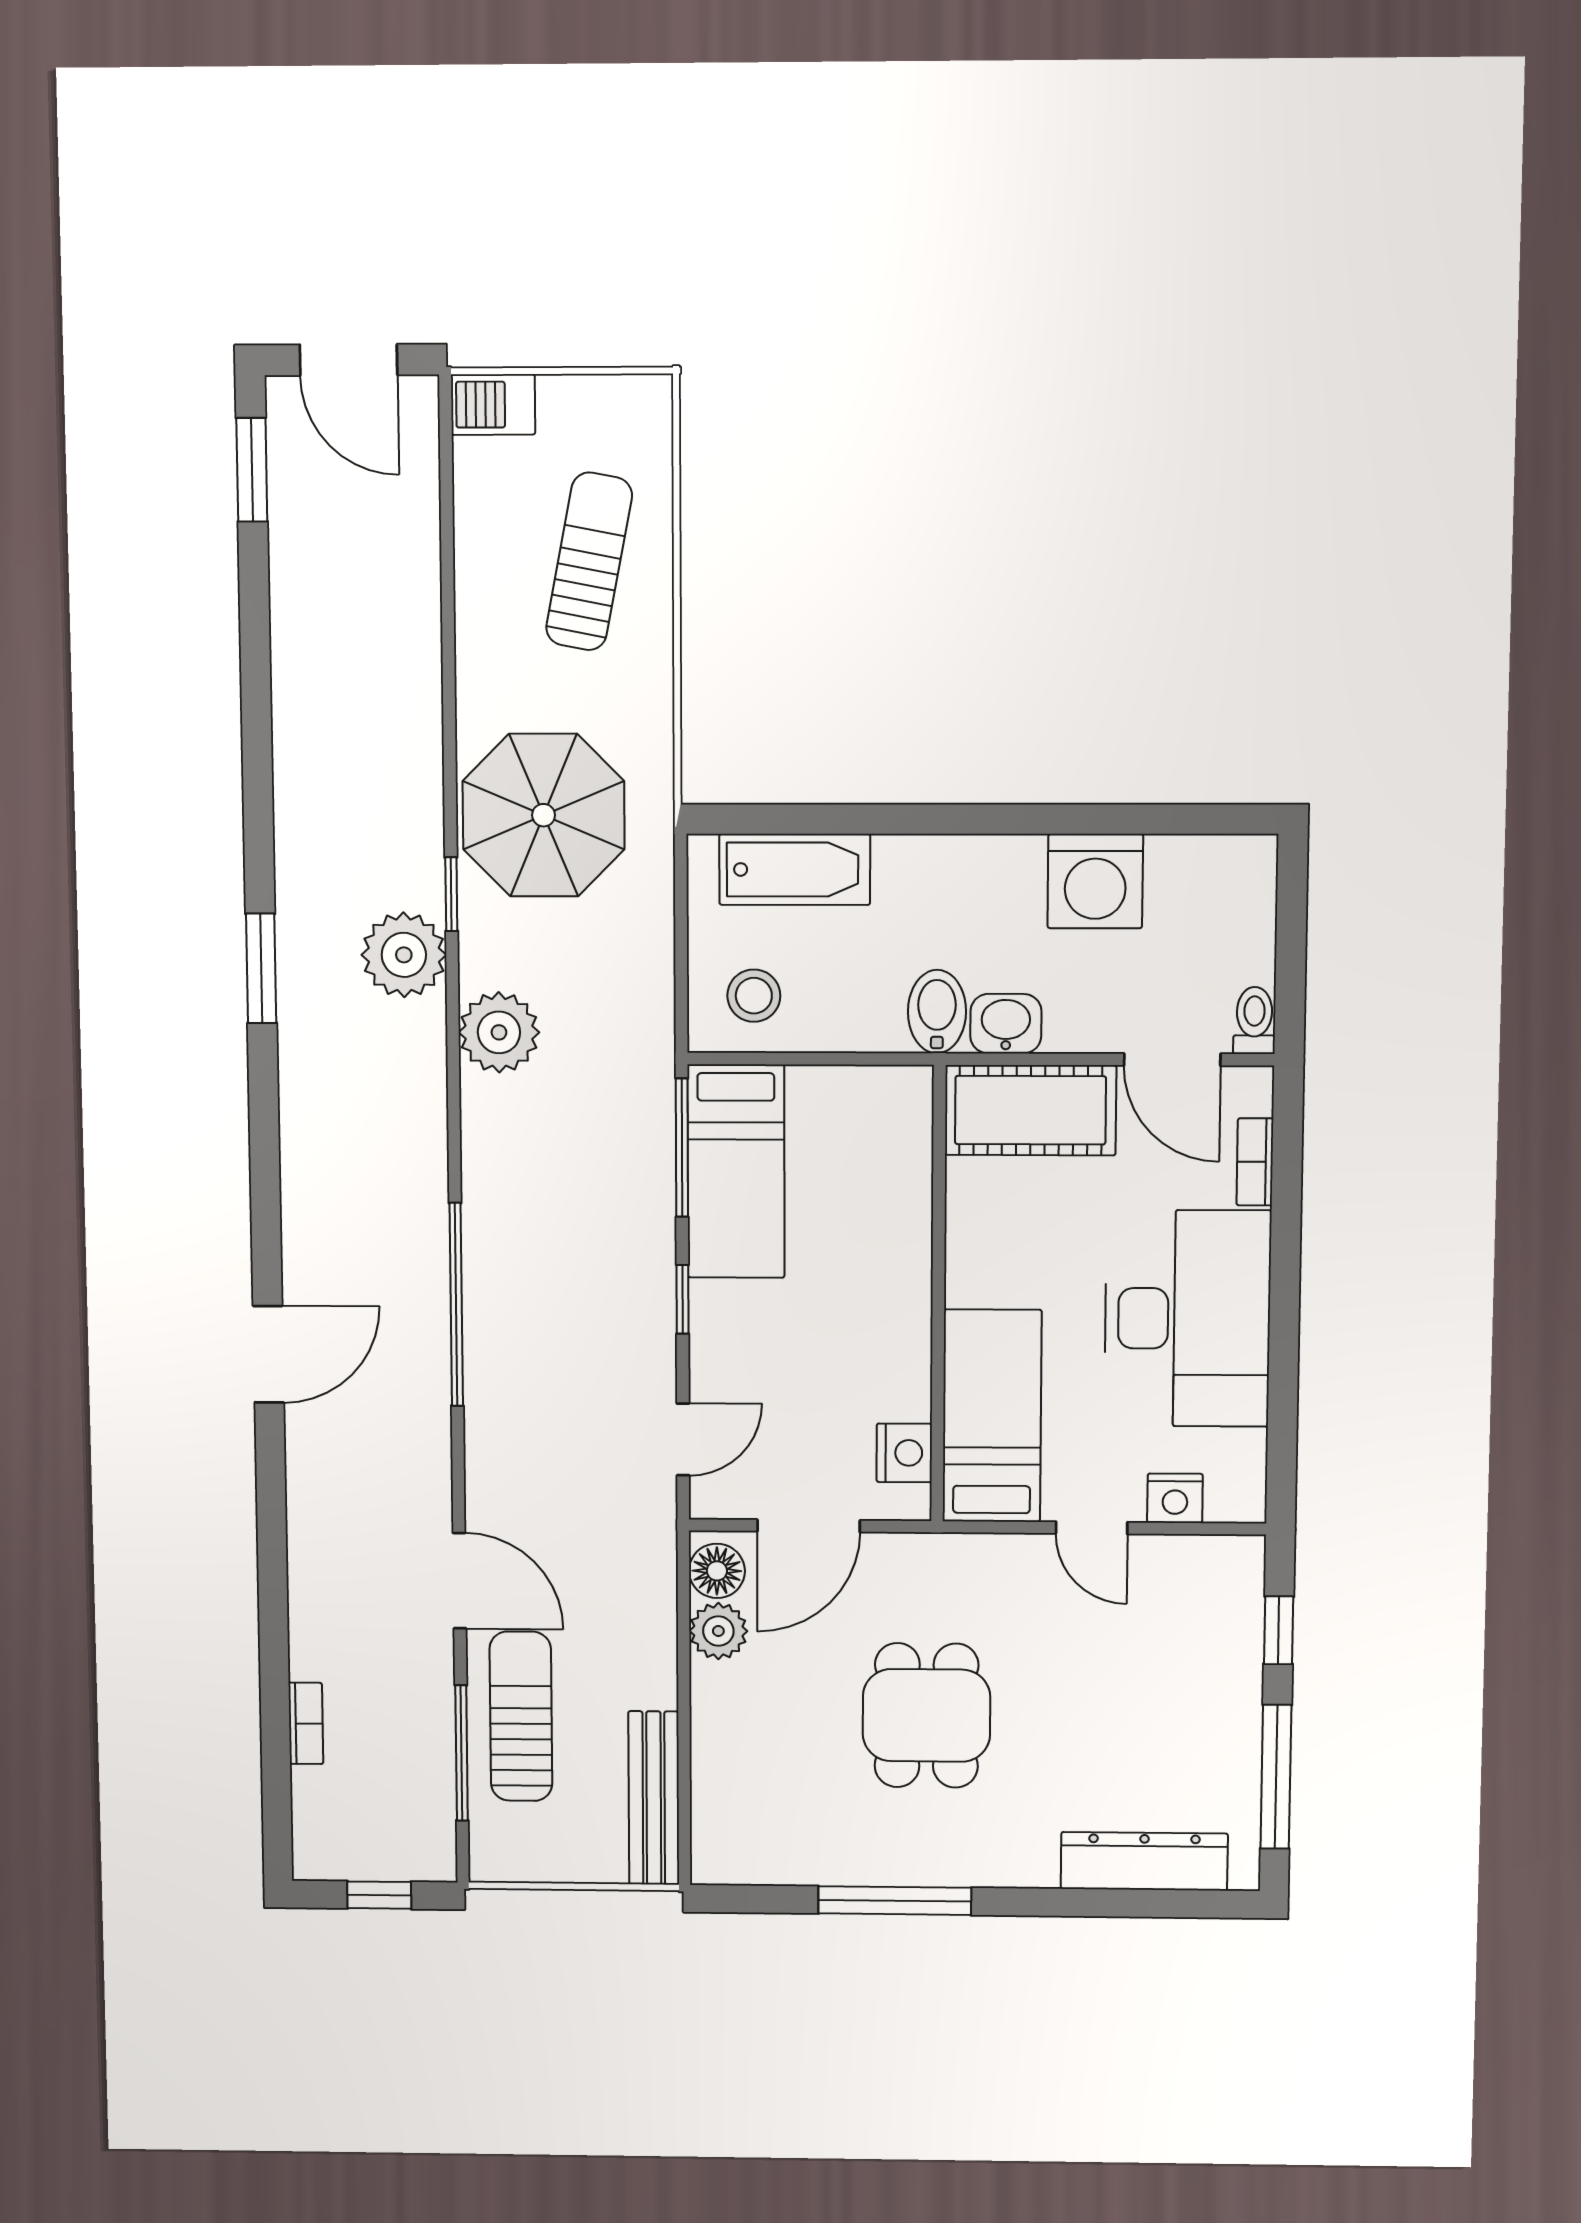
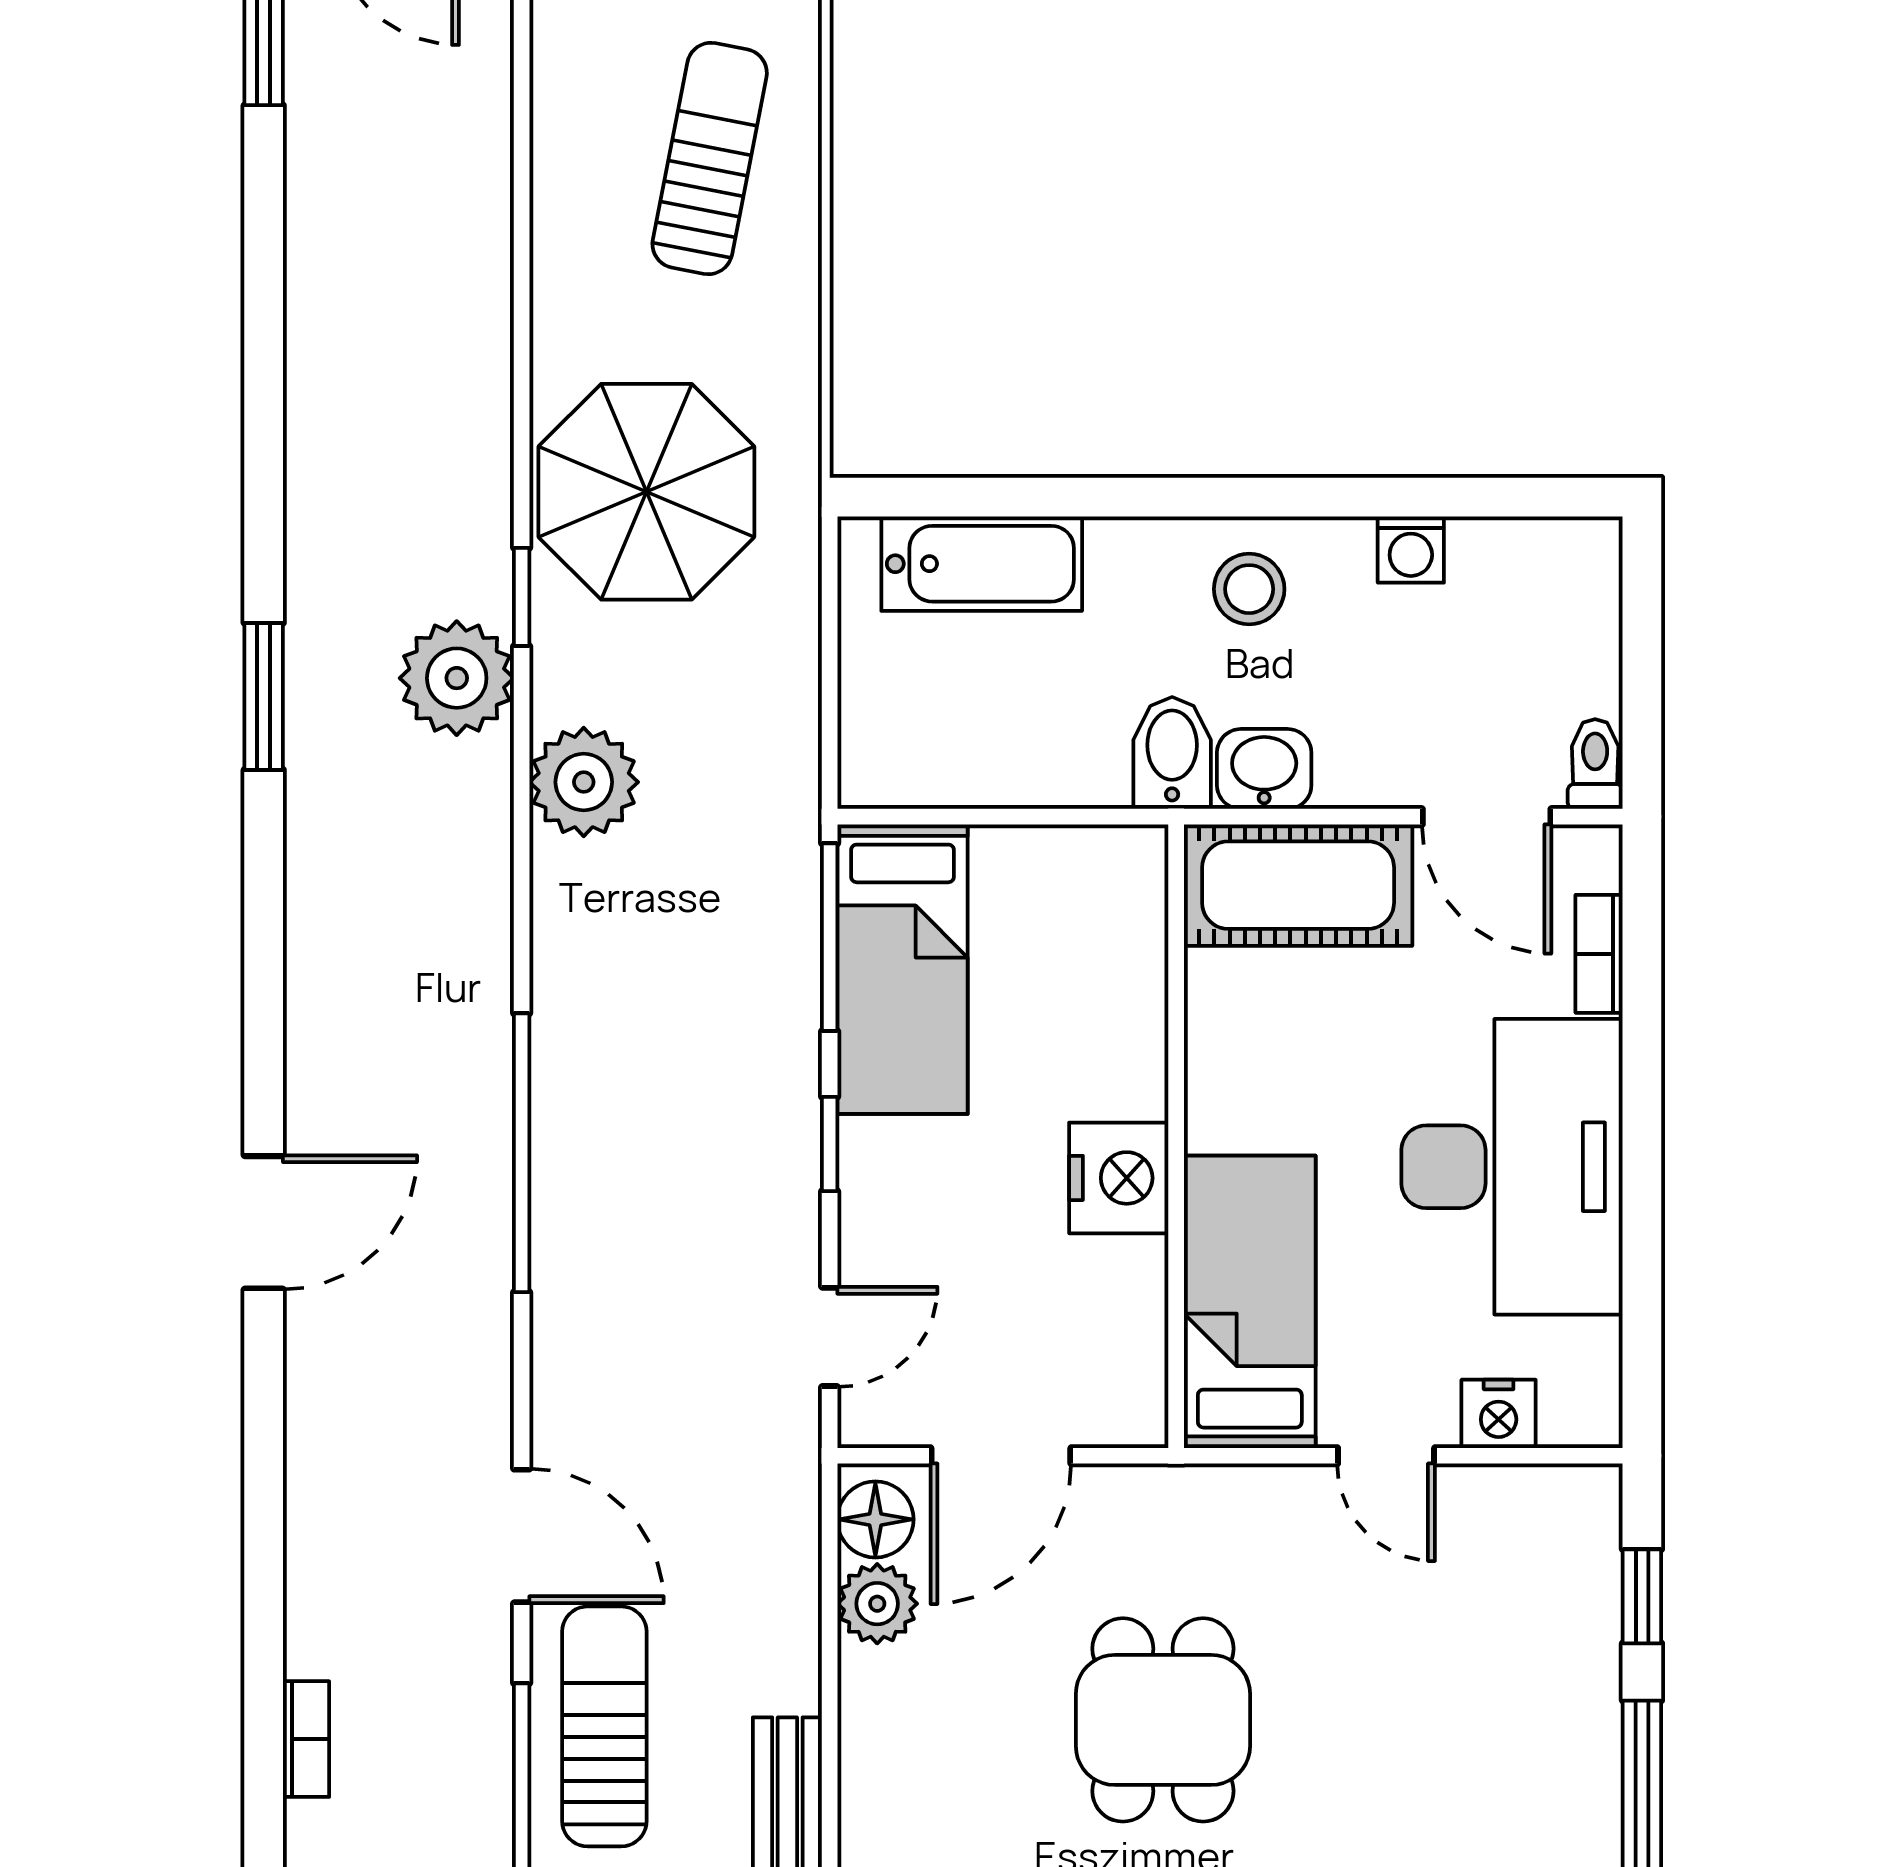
washing machine: (1095, 881) -> (1411, 549), width x0.53, depth x0.53
stool: (754, 996) -> (1249, 589), moved
nightstand: (904, 1453) -> (1119, 1178), moved, width x1.36, depth x1.33

